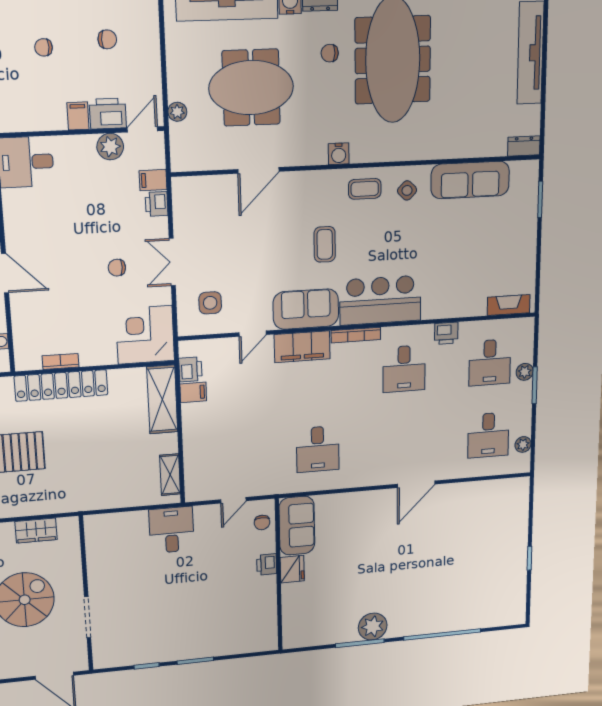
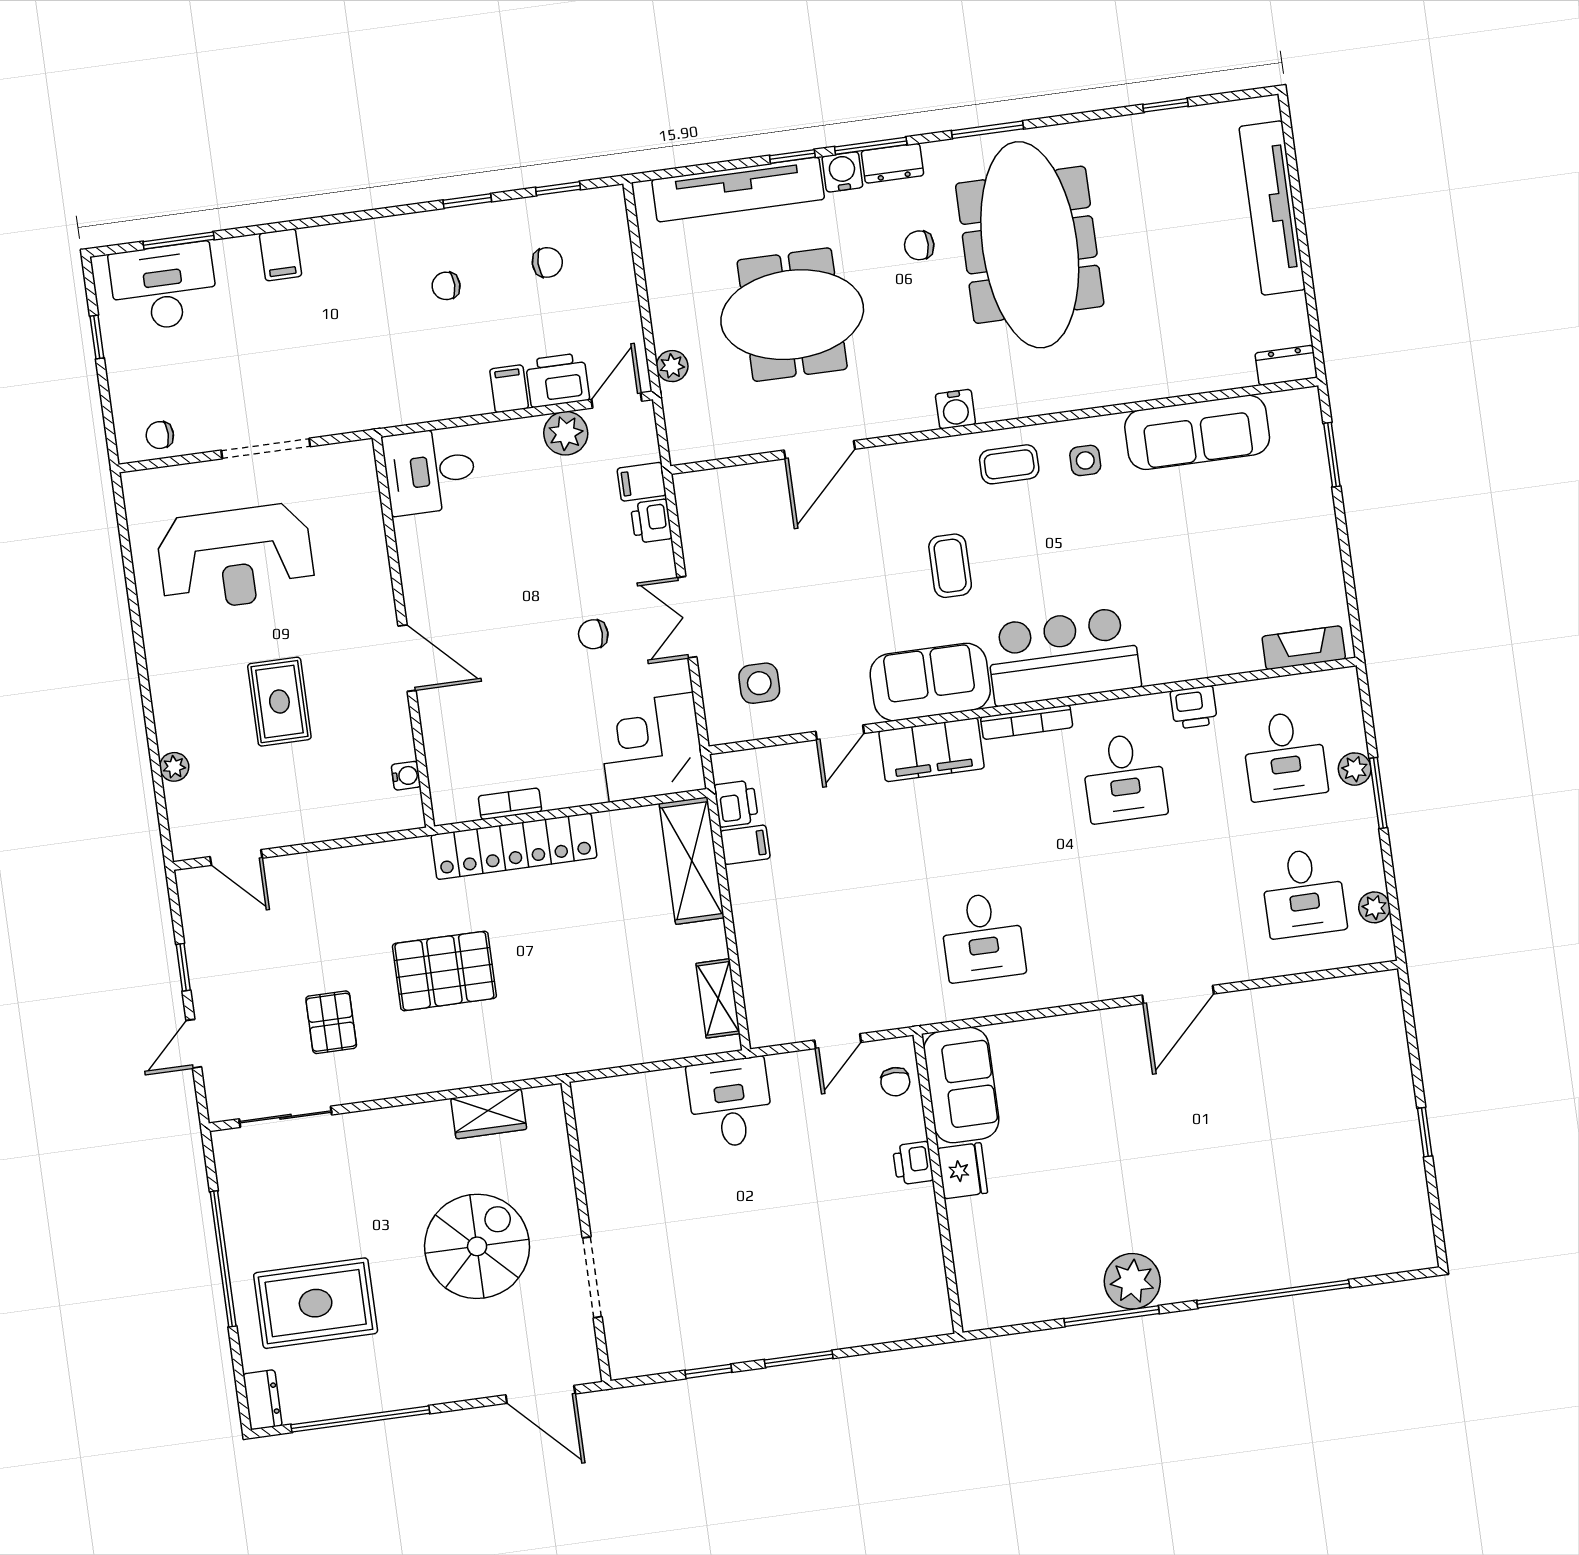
side table: (407, 190) -> (1085, 460), turned 45

